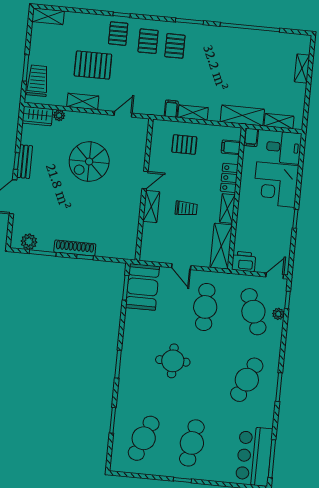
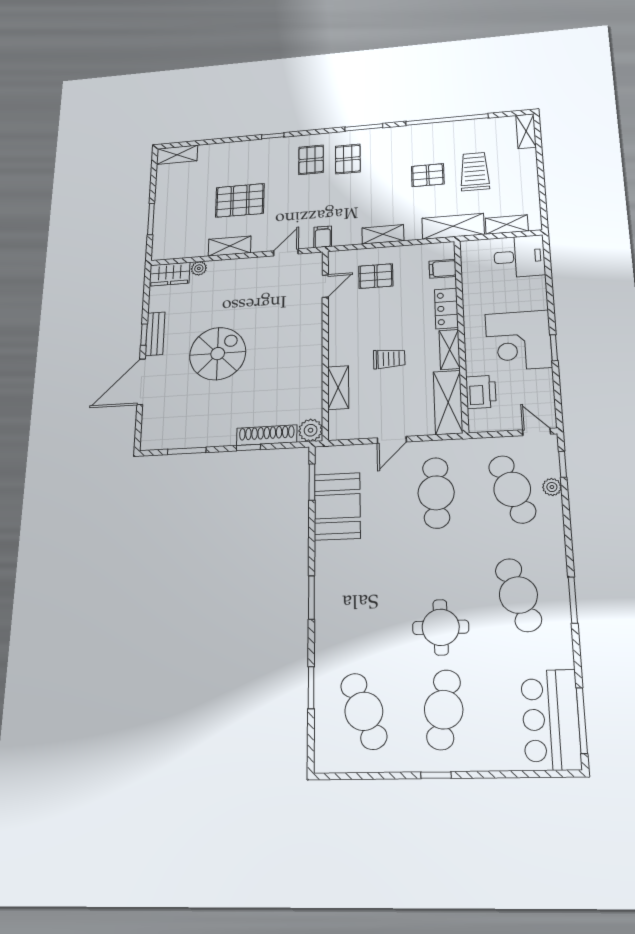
pallet: (118, 34) -> (428, 175), moved, turned 90
shelving: (302, 68) -> (526, 131), moved
trolley: (38, 81) -> (475, 172), moved
filing cabinet: (171, 109) -> (323, 237), moved
filing cabinet: (251, 137) -> (470, 252), removed
spiral stairs: (89, 162) -> (218, 354), moved, turned 180
door: (145, 180) -> (325, 286), moved
corner desk: (276, 185) -> (518, 341), moved
shelving: (151, 207) -> (338, 388), moved
plant: (29, 242) -> (311, 430), moved
shoe rack: (75, 248) -> (267, 435), moved
printer: (244, 261) -> (481, 392), moved, turned 90
door: (181, 267) -> (392, 440), hinge flipped
door: (275, 276) -> (537, 432), hinge flipped
booth: (142, 287) -> (337, 506), moved
round table: (173, 361) -> (441, 627), moved
cafe table: (247, 380) -> (518, 595), turned -42
cafe table: (144, 438) -> (364, 711), turned -42

